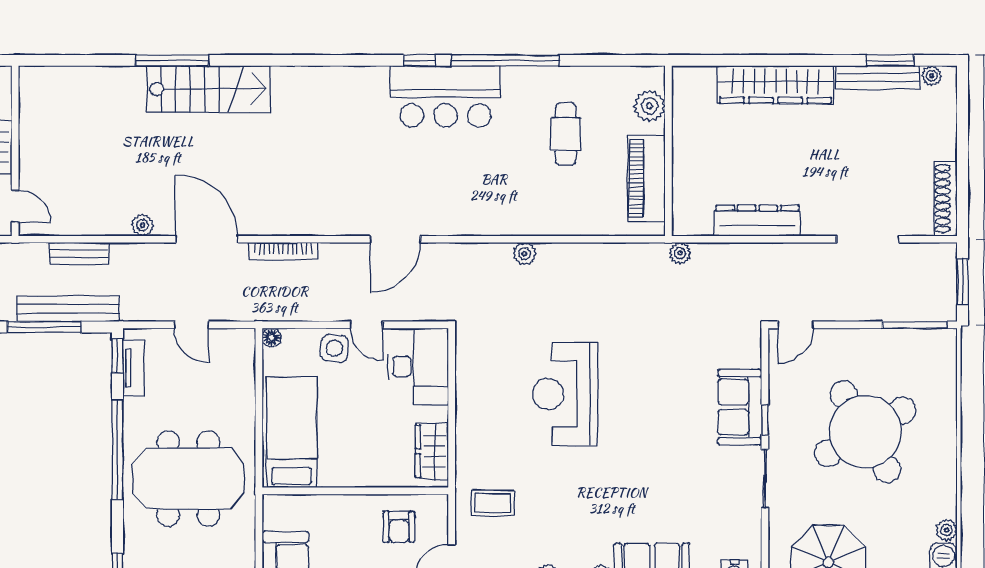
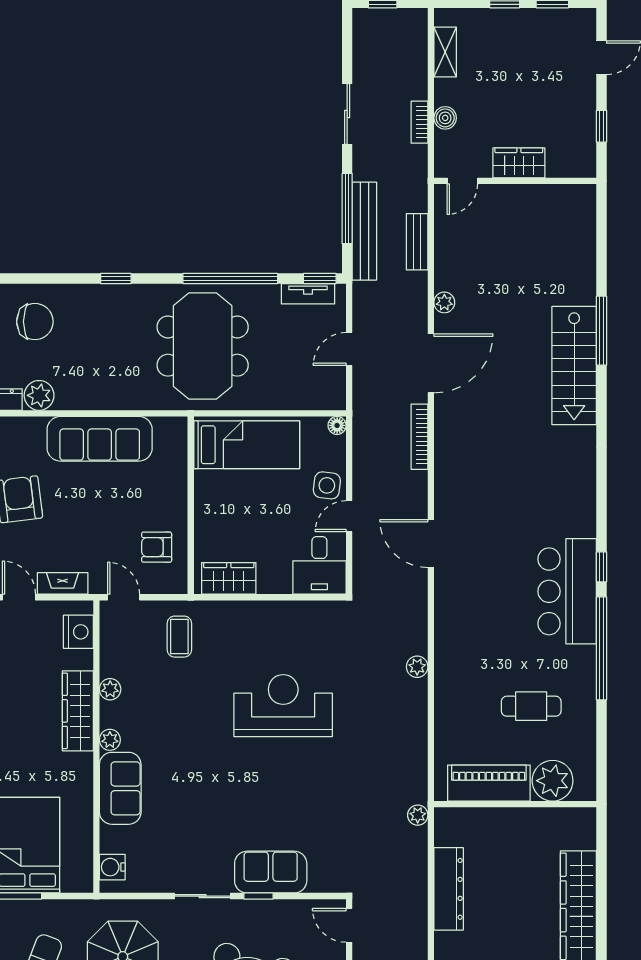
plant: (650, 106) -> (553, 781), width x1.36, depth x1.36
desk: (418, 366) -> (319, 565), width x0.73

